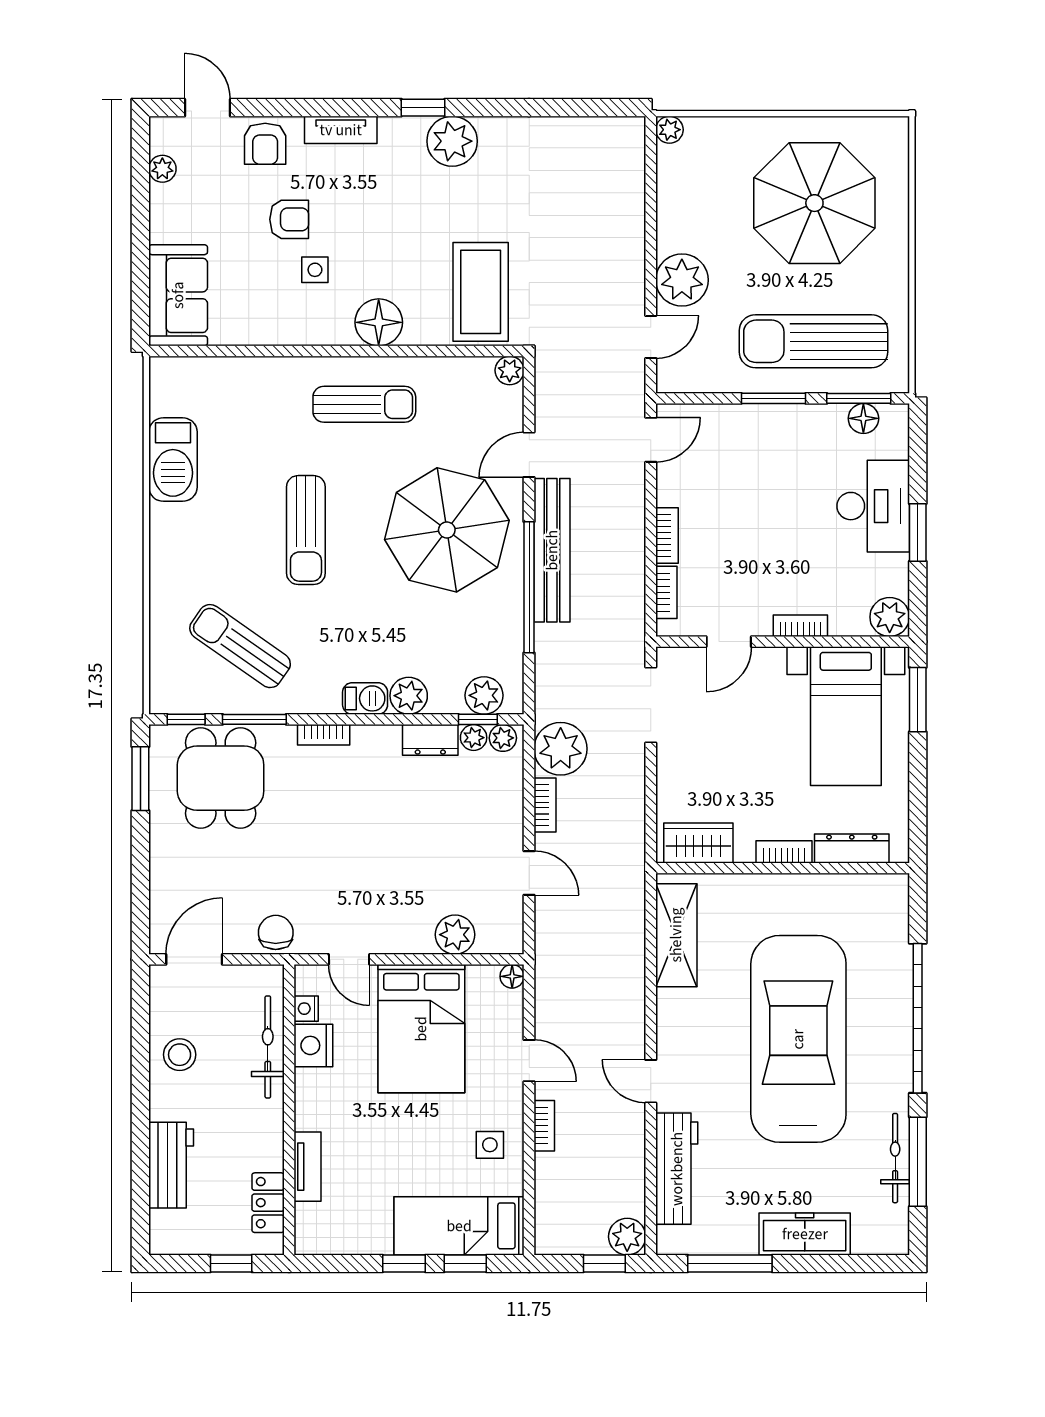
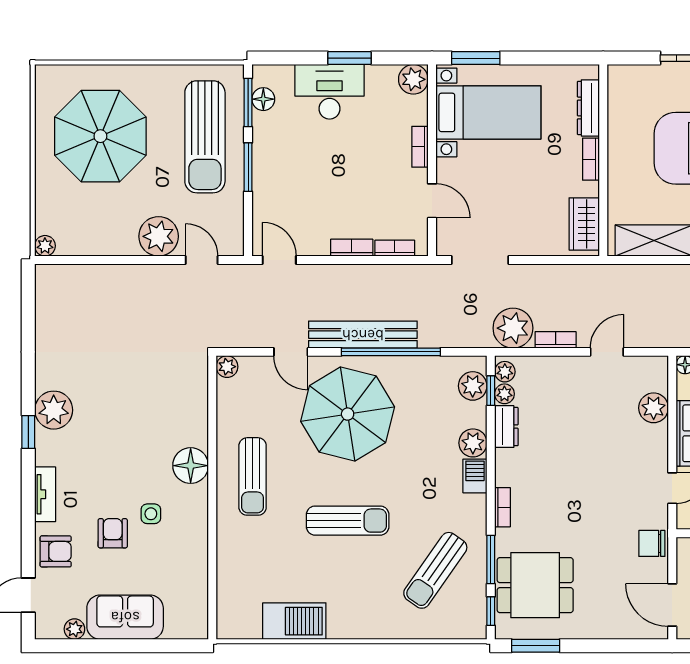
coffee table: (481, 292) -> (168, 389), removed
sofa: (178, 295) -> (125, 617), moved
sun lounger: (364, 404) -> (253, 476), turned 180

